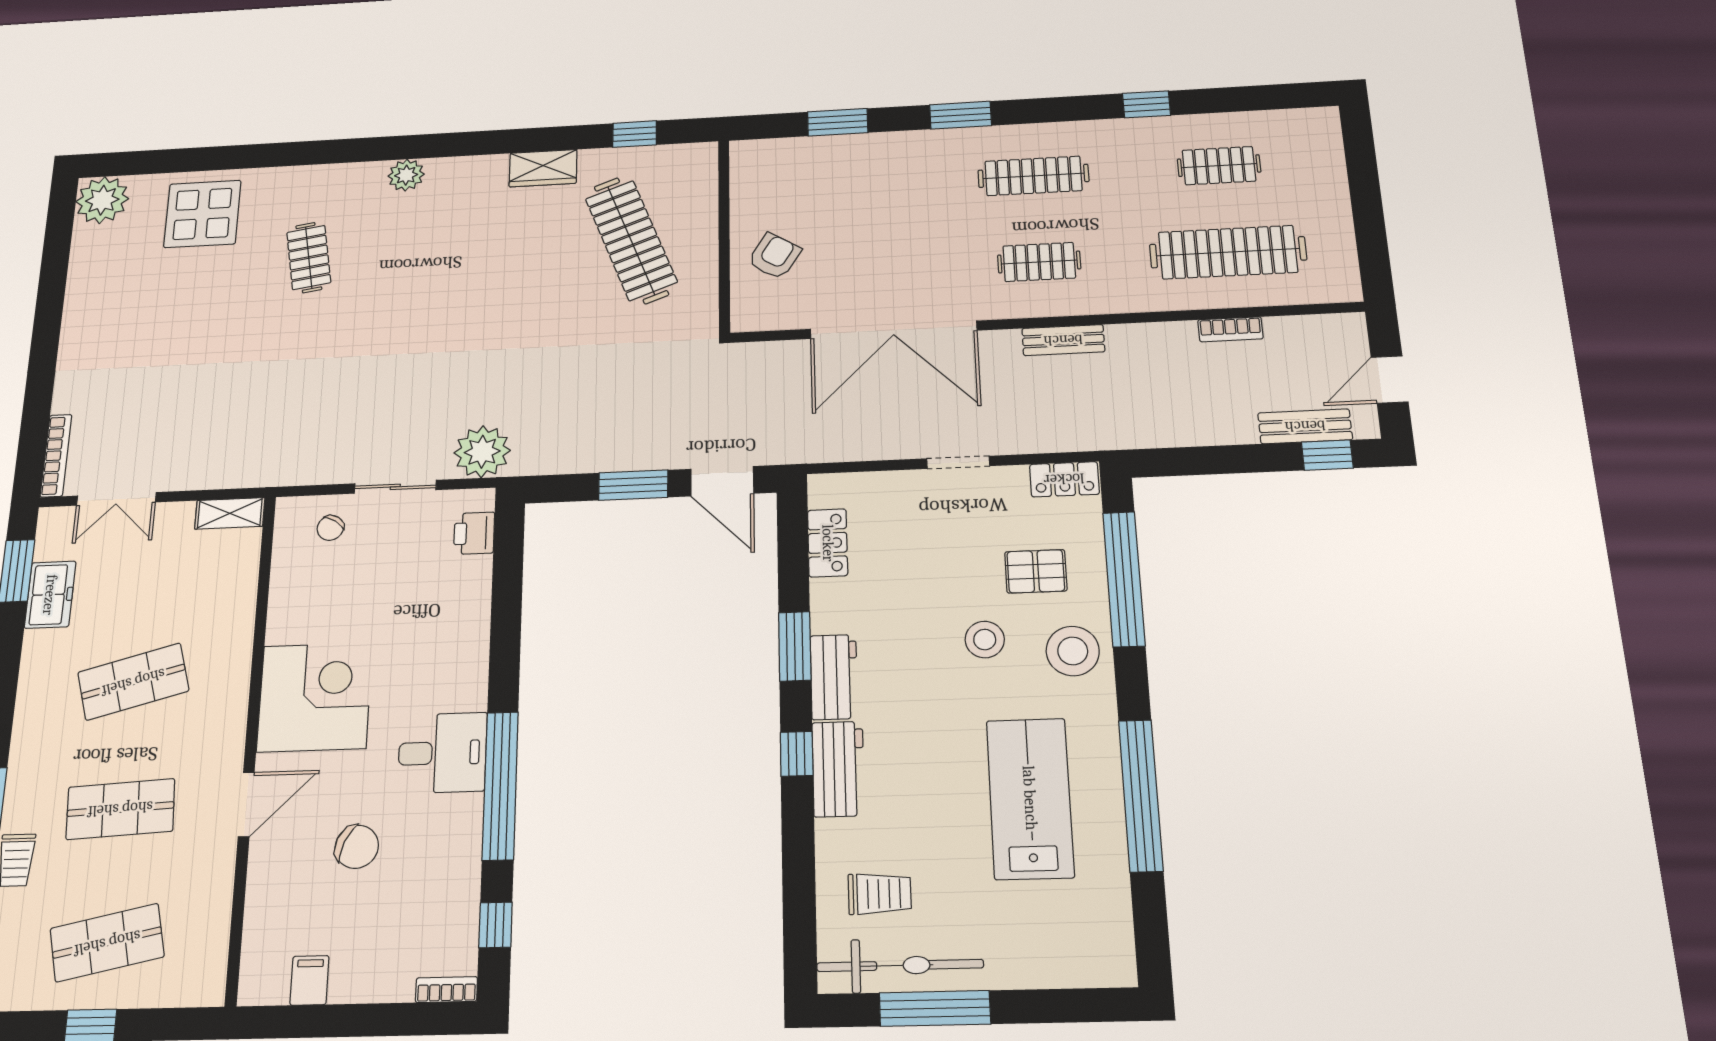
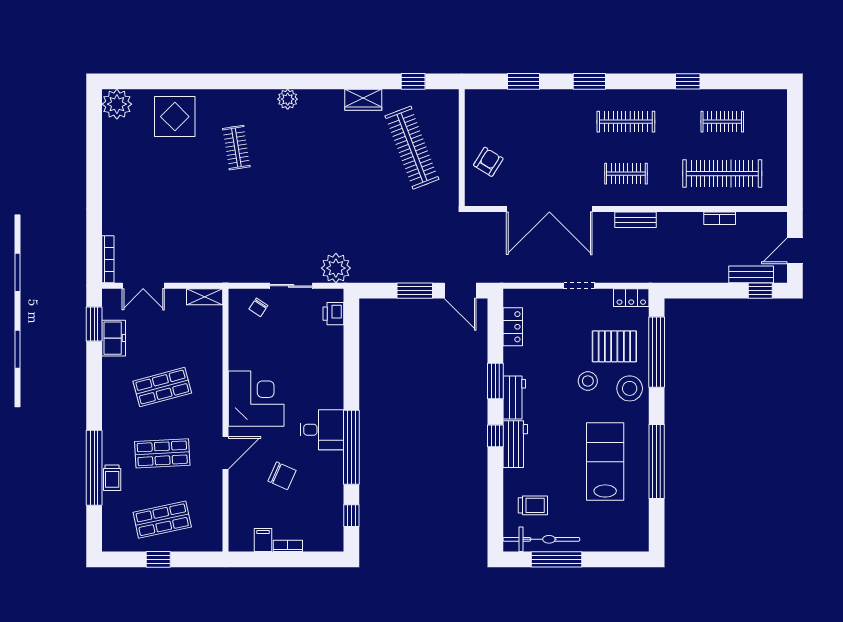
pallet: (1036, 571) -> (614, 346), width x1.50, depth x1.42
bookcase: (446, 990) -> (288, 546), moved

